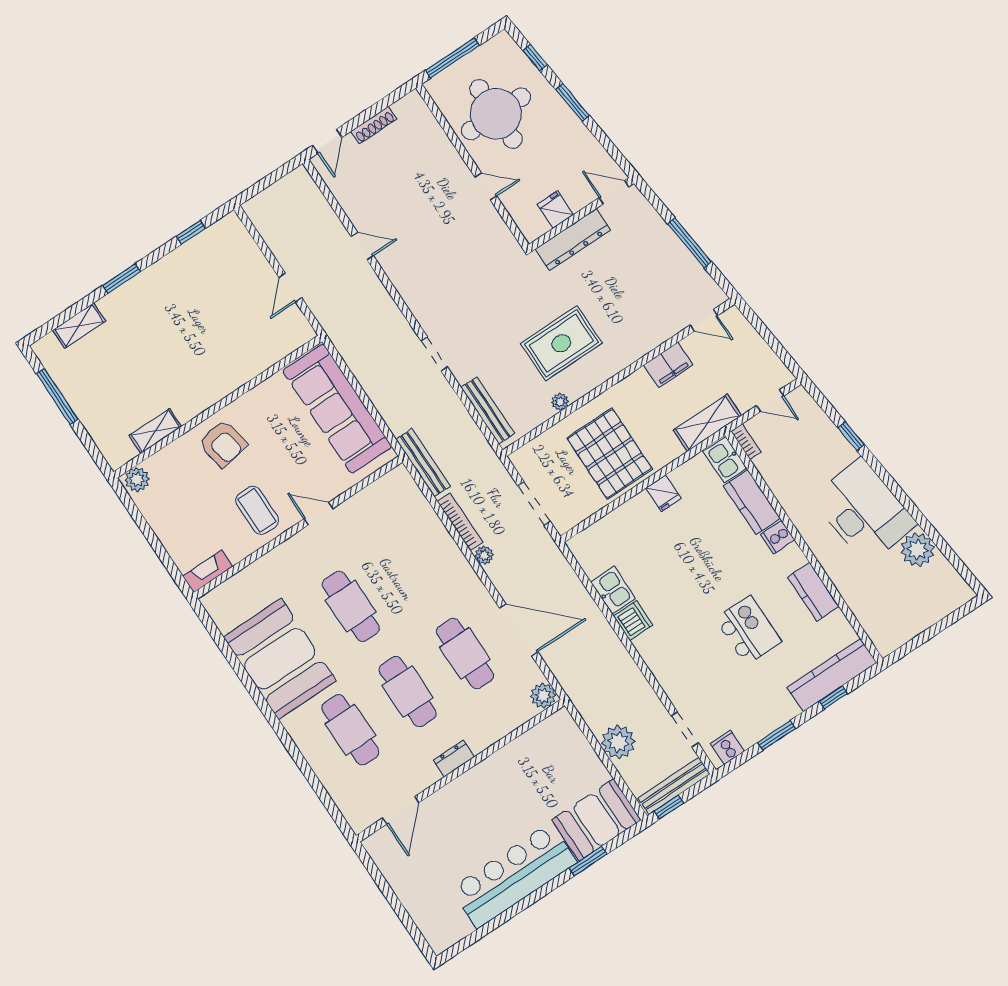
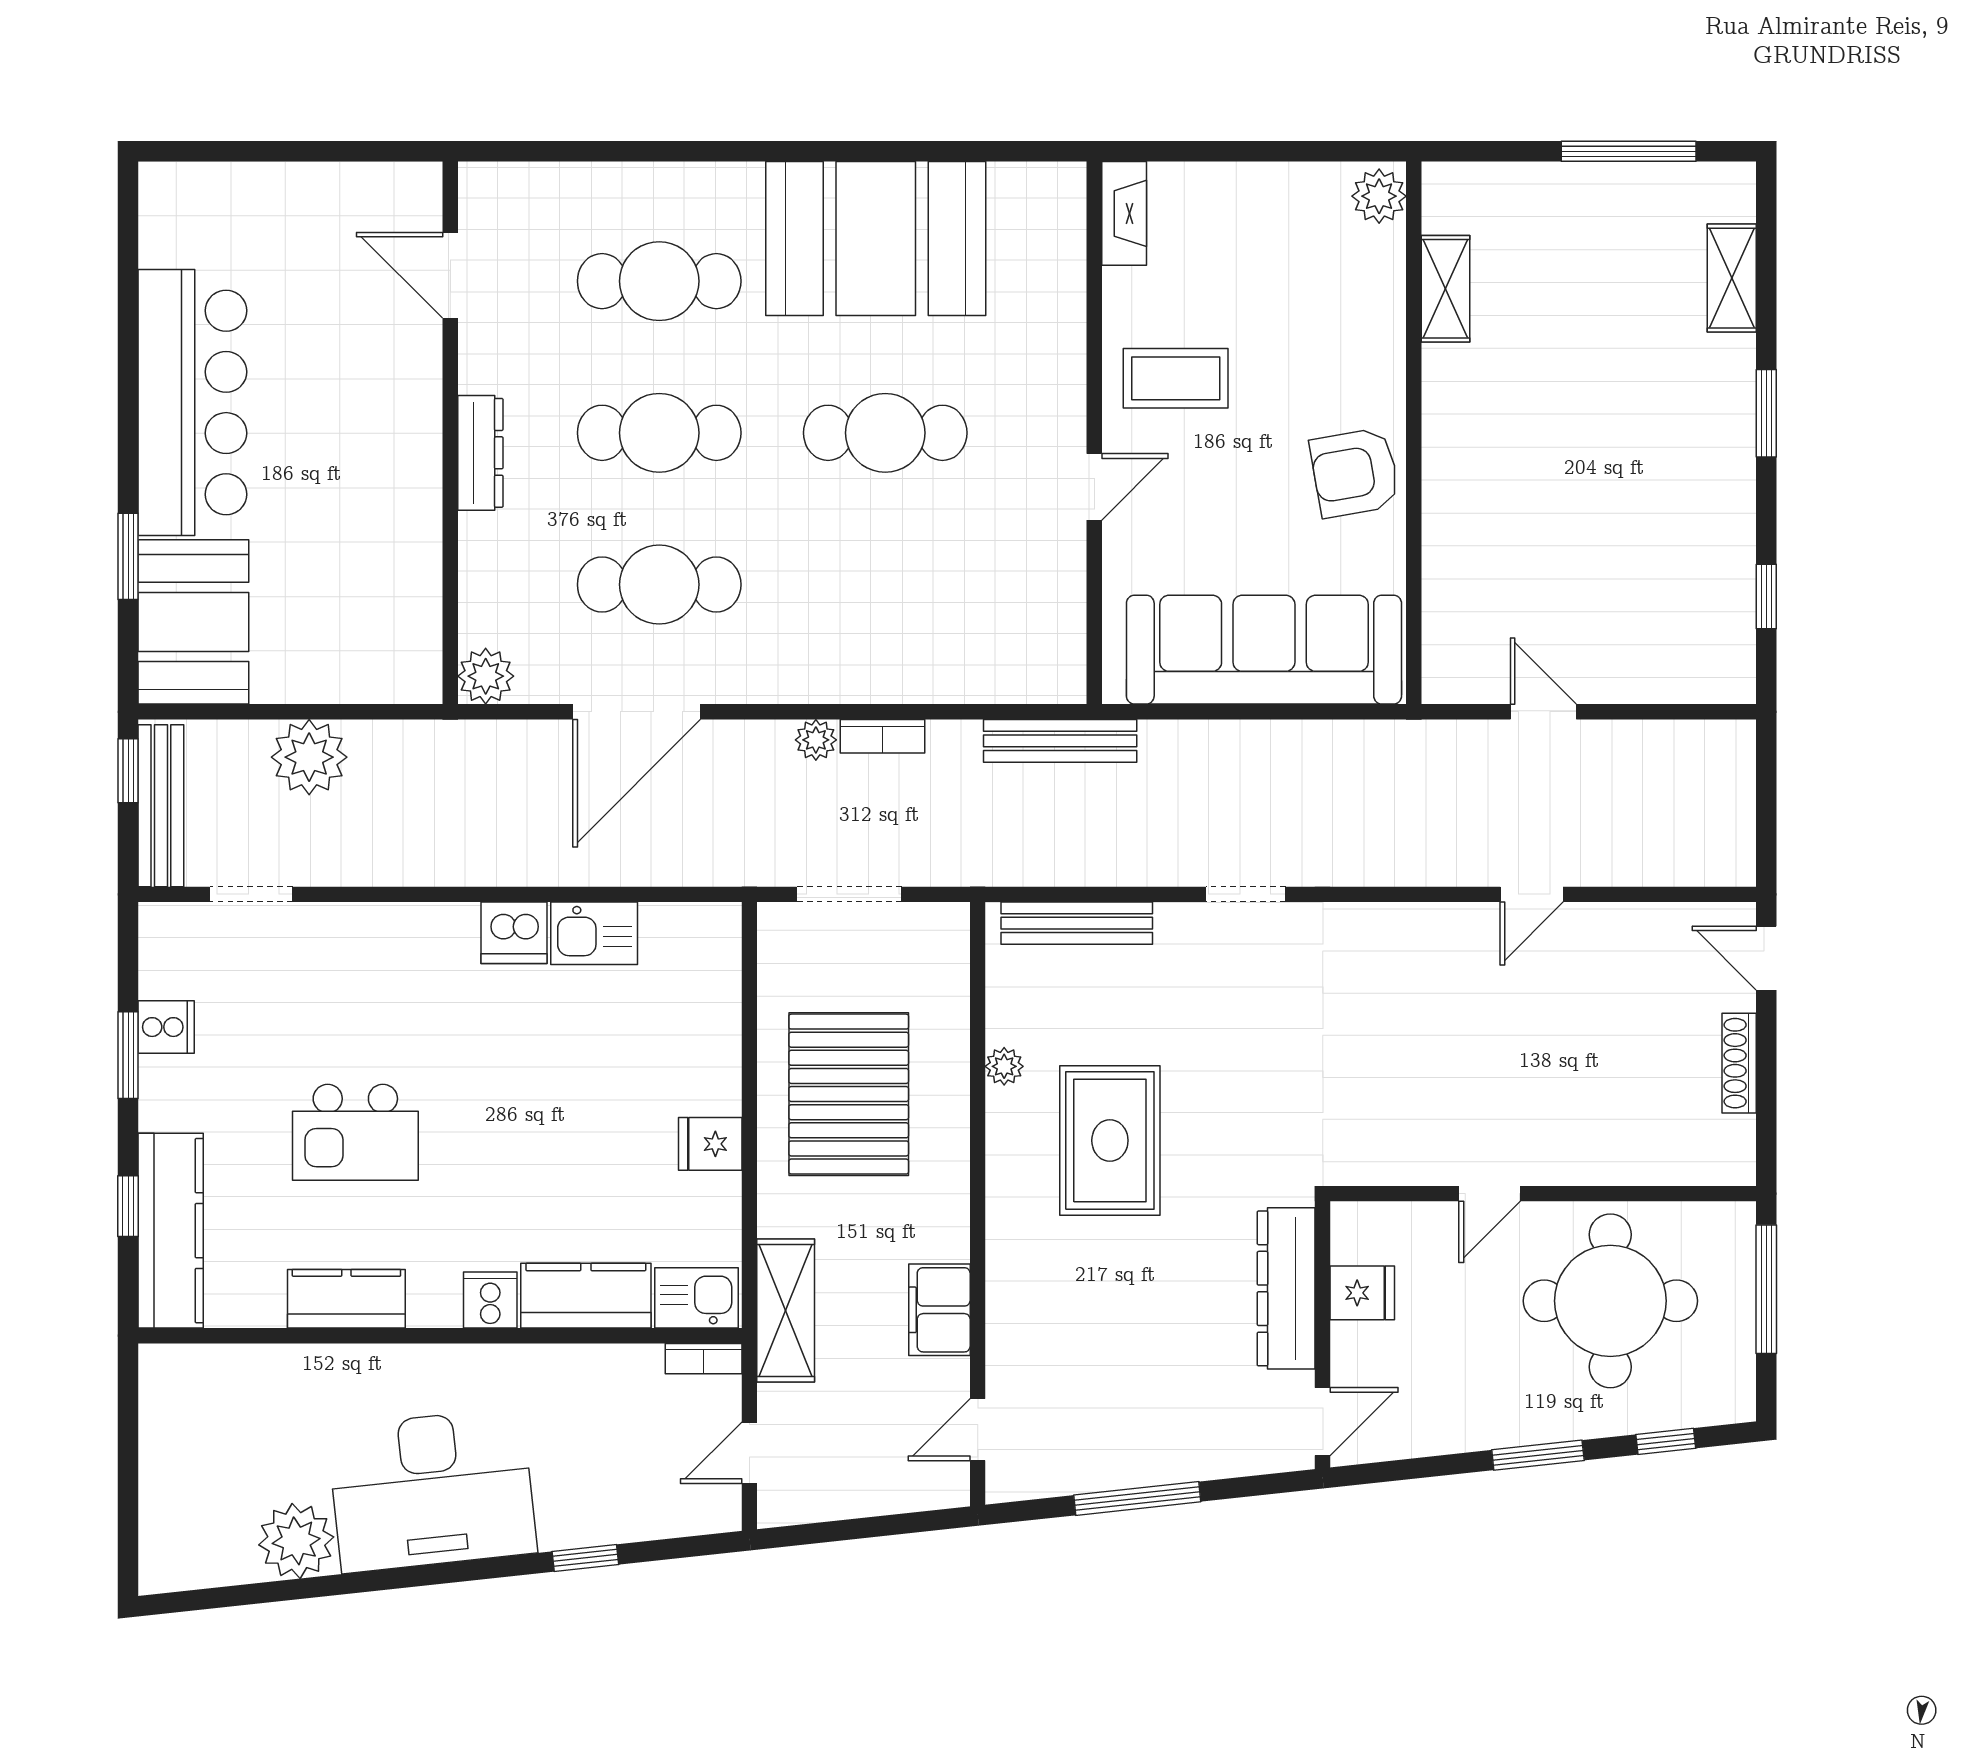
armchair: (223, 444) -> (1355, 473), moved
pallet: (610, 454) -> (849, 1094), turned 90
bookcase: (460, 522) -> (882, 736), width x0.64
cooker: (727, 747) -> (166, 1027), moved
dresser: (454, 759) -> (480, 453), width x1.44

